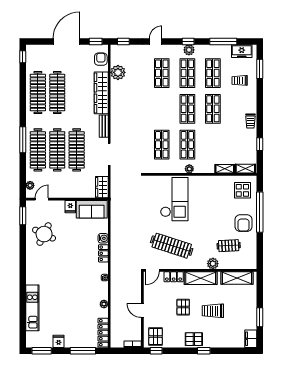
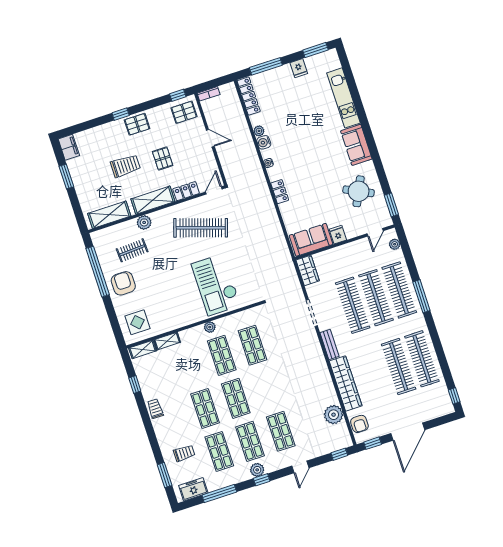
window: (260, 212) -> (98, 272), moved
water cooler: (103, 238) -> (264, 142), moved
sofa: (34, 269) -> (356, 145), added
pallet: (156, 337) -> (184, 112), turned 90

